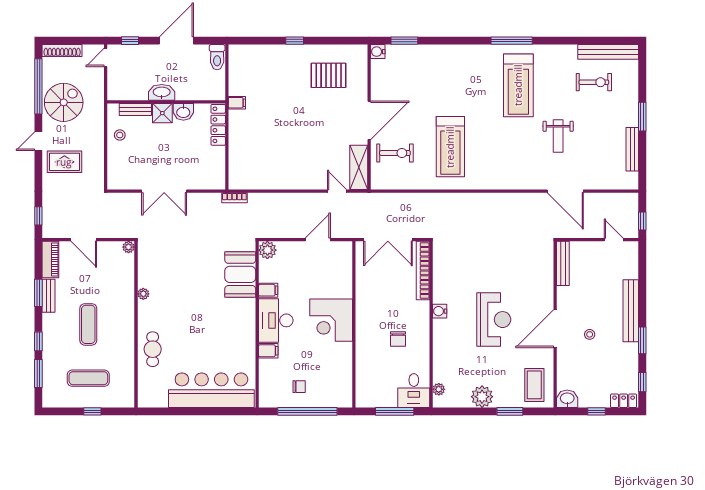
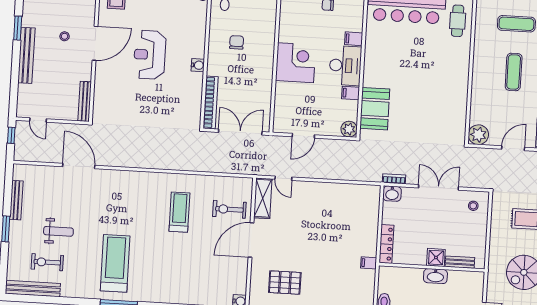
washbasin: (183, 112) -> (392, 194), moved, turned 180
stool: (120, 135) -> (473, 206), moved
weight bench: (558, 136) -> (58, 231), moved, turned 90
treadmill: (450, 147) -> (179, 212), width x0.73, depth x0.73
bookcase: (234, 198) -> (394, 179), moved
door: (84, 240) -> (513, 148), hinge flipped
plant: (129, 247) -> (478, 135), width x1.88, depth x1.88
plant: (143, 294) -> (463, 96), removed
cafe table: (153, 349) -> (458, 21), moved

